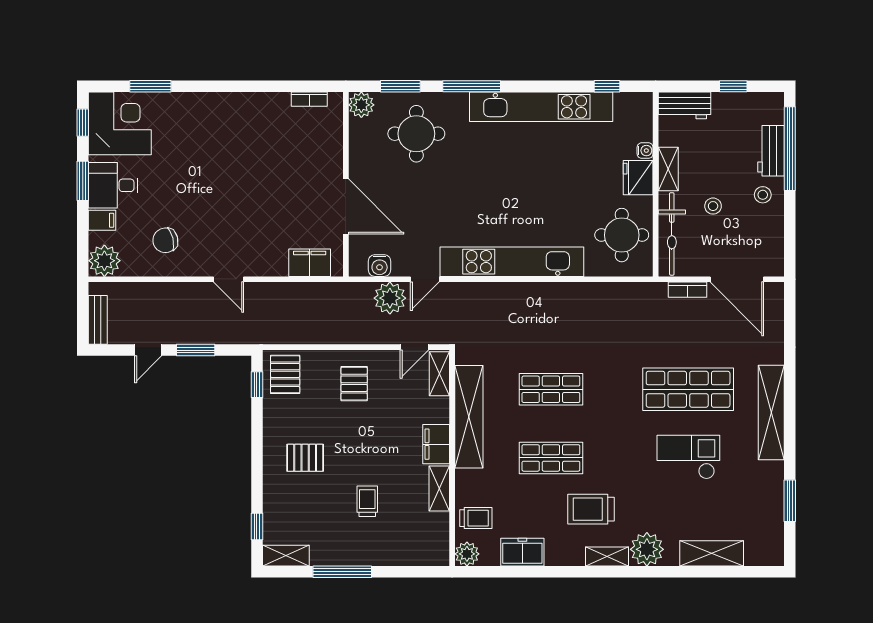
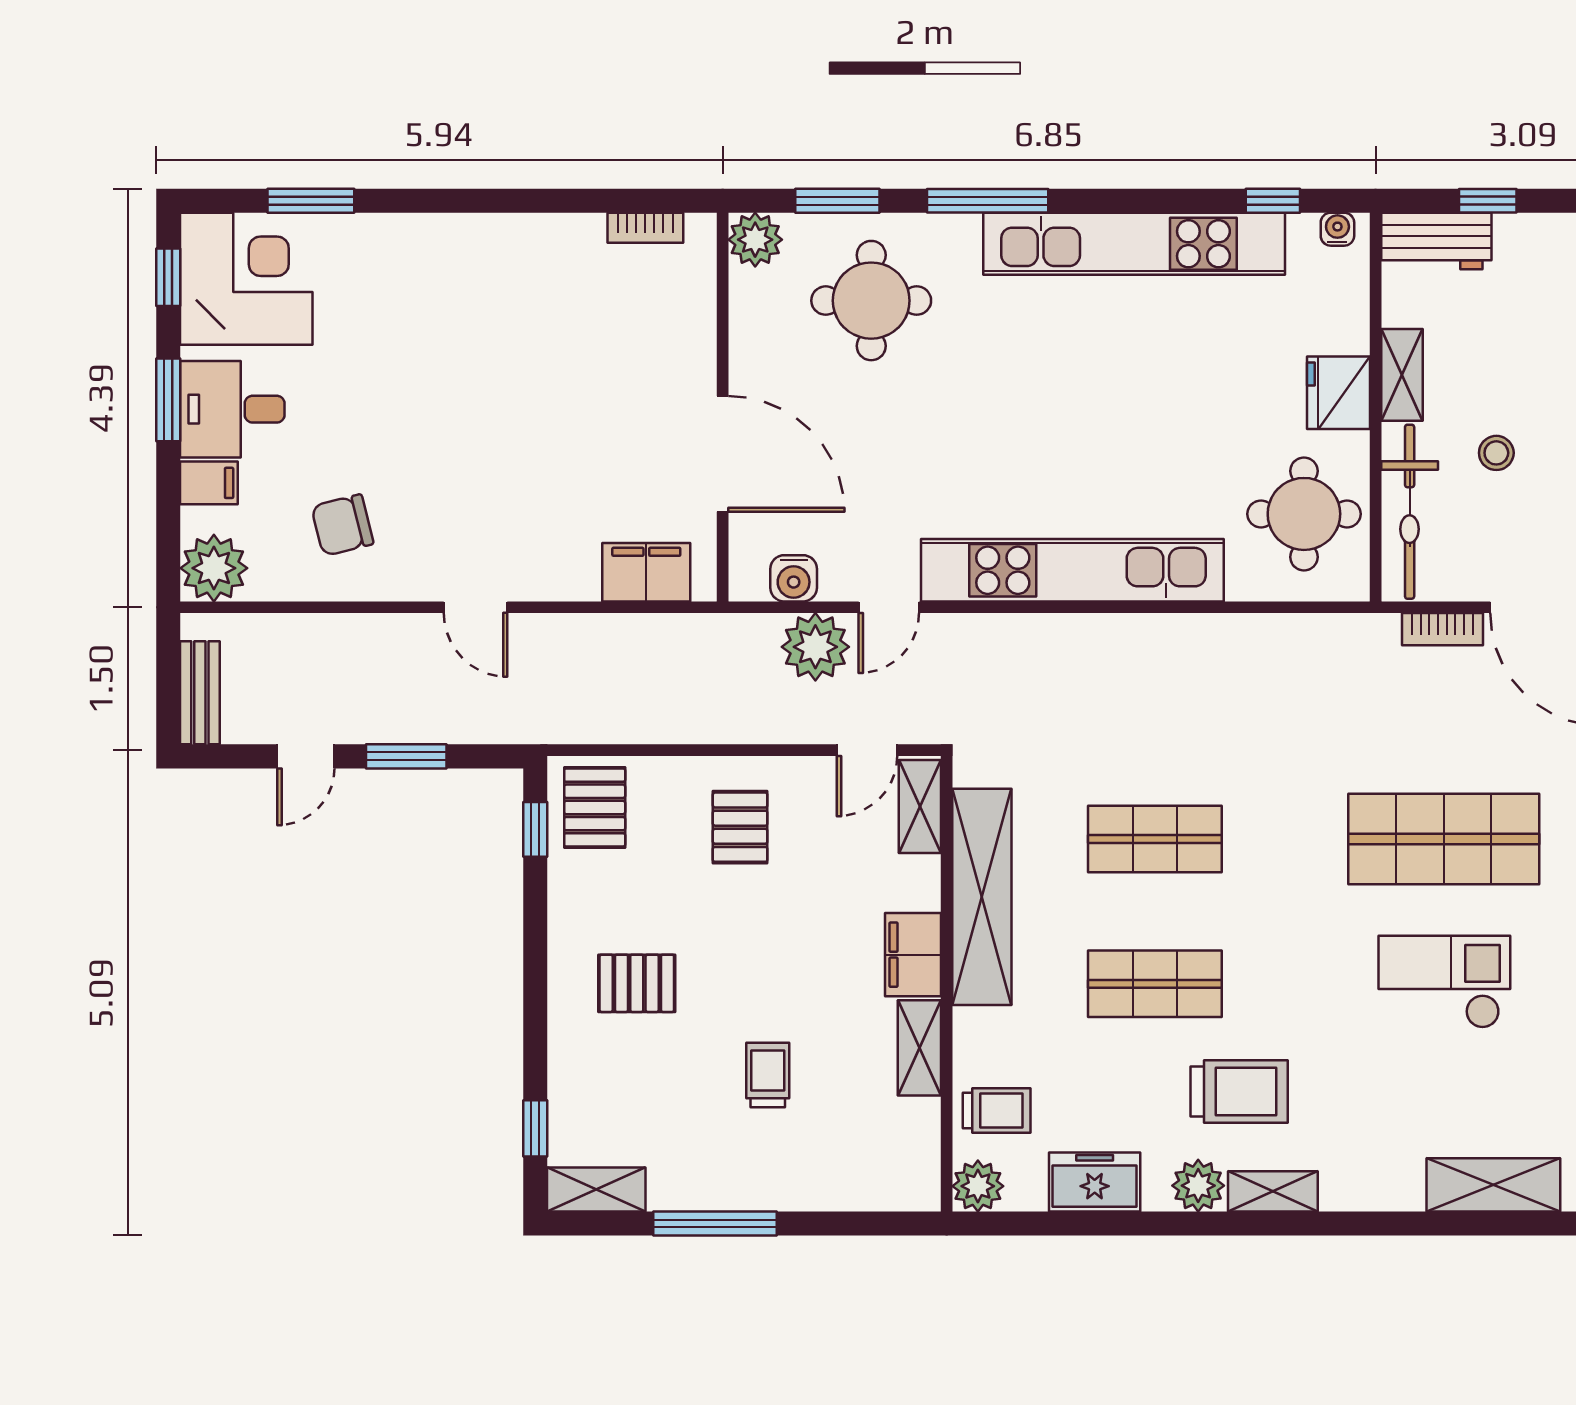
window: (733, 86) -> (1488, 201), moved
water cooler: (645, 151) -> (1337, 229), moved, turned -90
trolley: (591, 509) -> (1239, 1092), turned 180
plant: (647, 549) -> (1198, 1186), moved, width x0.73, depth x0.73

